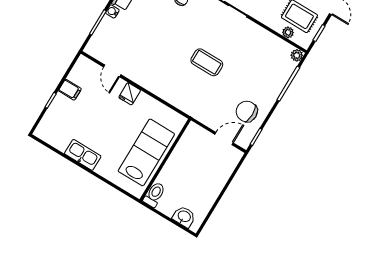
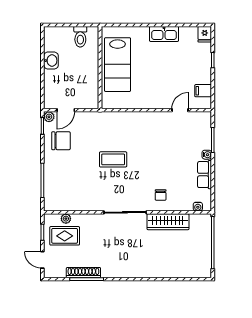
plant: (297, 55) -> (49, 117), moved
door: (112, 71) -> (180, 110), hinge flipped
filing cabinet: (70, 90) -> (203, 91), moved
fridge: (130, 94) -> (205, 34), moved, turned 180
toilet: (154, 195) -> (80, 37), moved
washbasin: (184, 217) -> (51, 61), moved, turned -90

